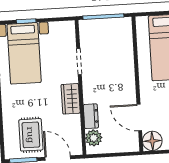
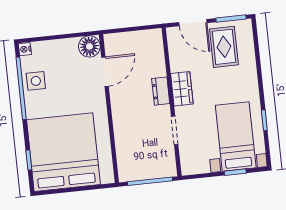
dresser: (91, 116) -> (161, 91), moved
door: (139, 117) -> (105, 72), hinge flipped
plant: (94, 138) -> (154, 47), removed

